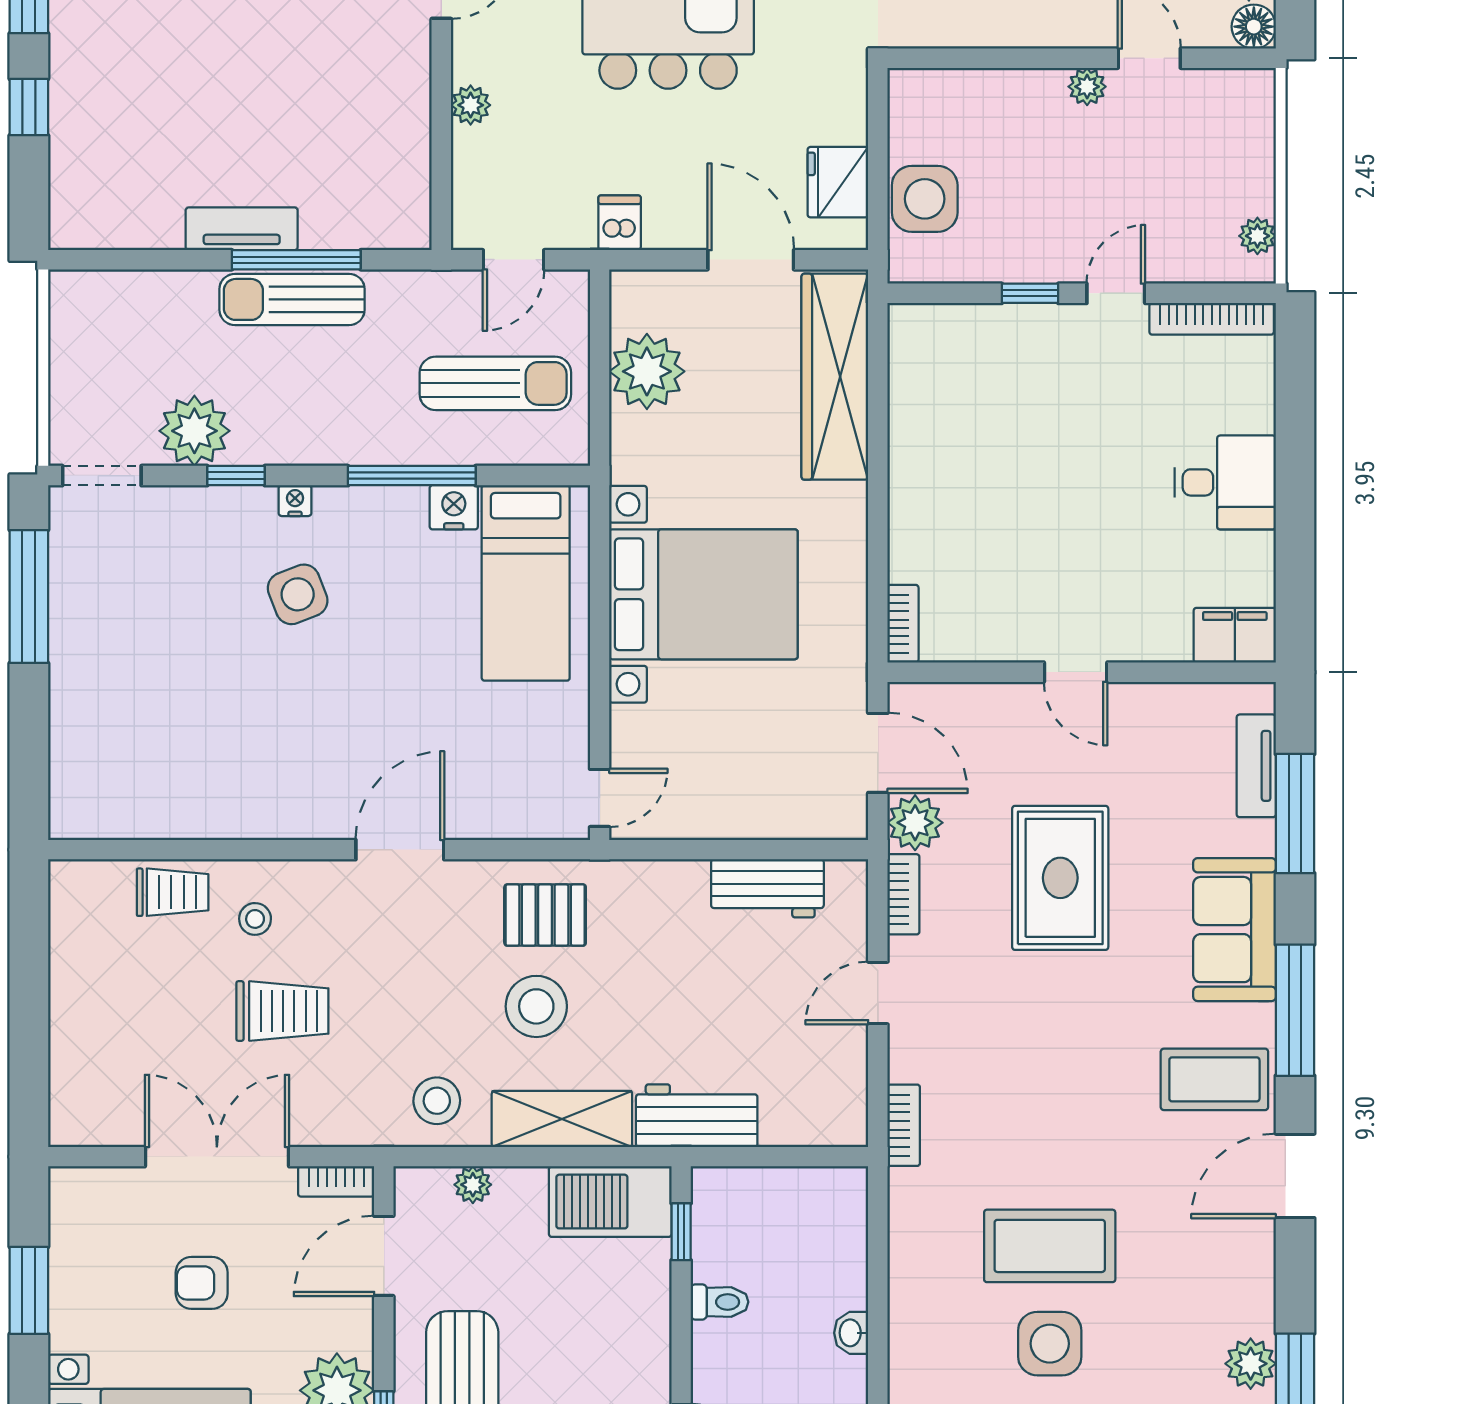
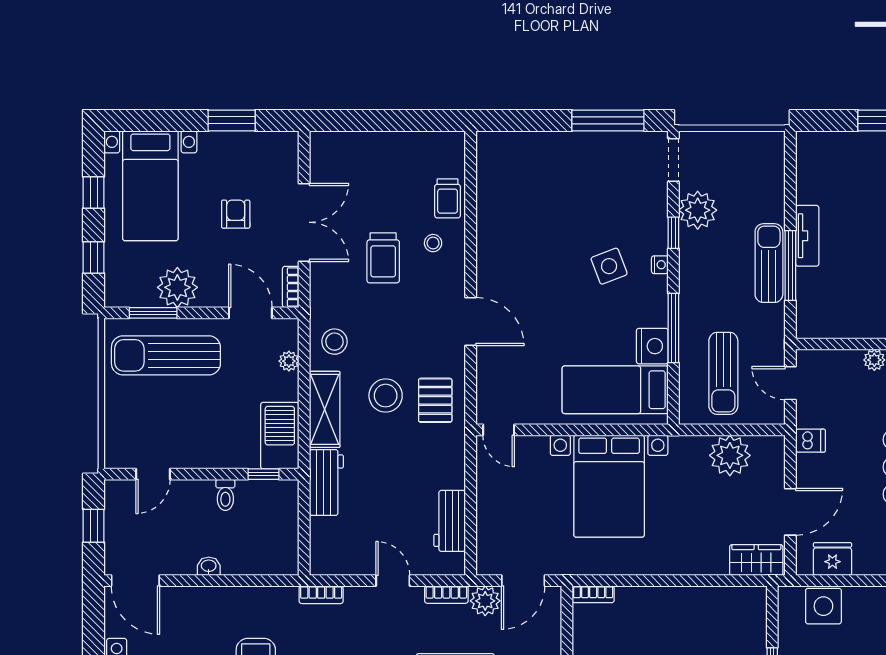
wardrobe: (835, 377) -> (756, 560), width x0.48, depth x0.85
nightstand: (454, 507) -> (652, 346), width x1.36, depth x1.33

